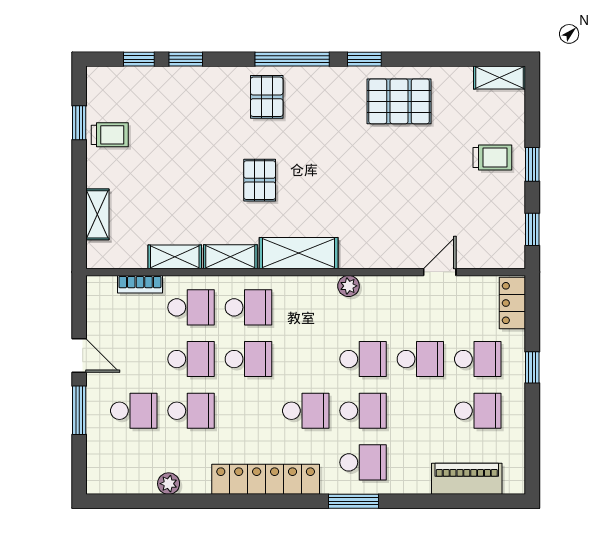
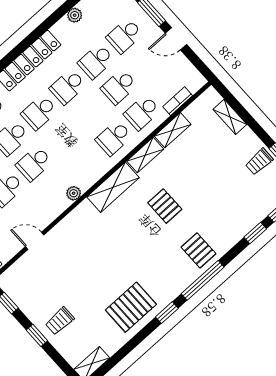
door: (440, 272) -> (35, 241), swing flipped
school desk: (248, 359) -> (68, 87), moved

